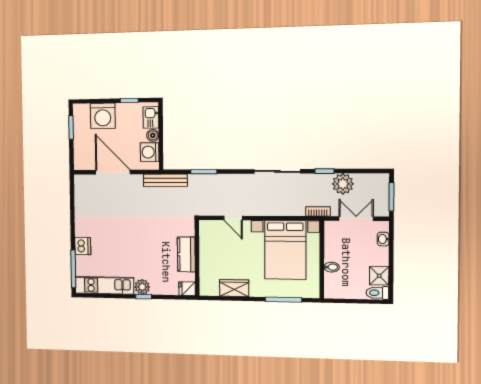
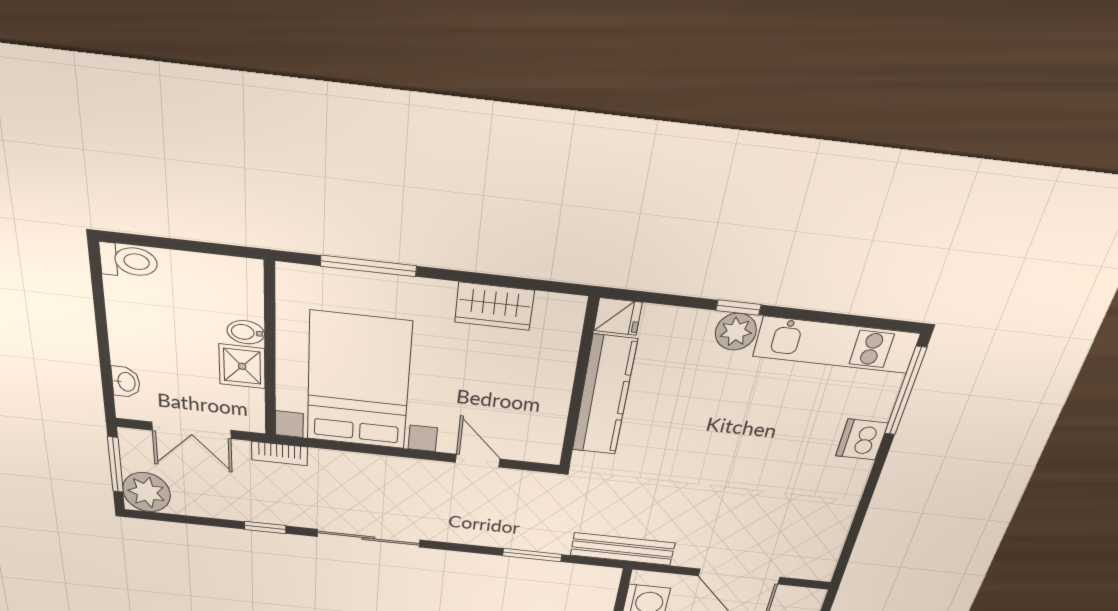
plant: (343, 184) -> (147, 492), moved
kitchen counter: (186, 254) -> (604, 396), width x1.50
shower: (379, 276) -> (242, 366), moved

